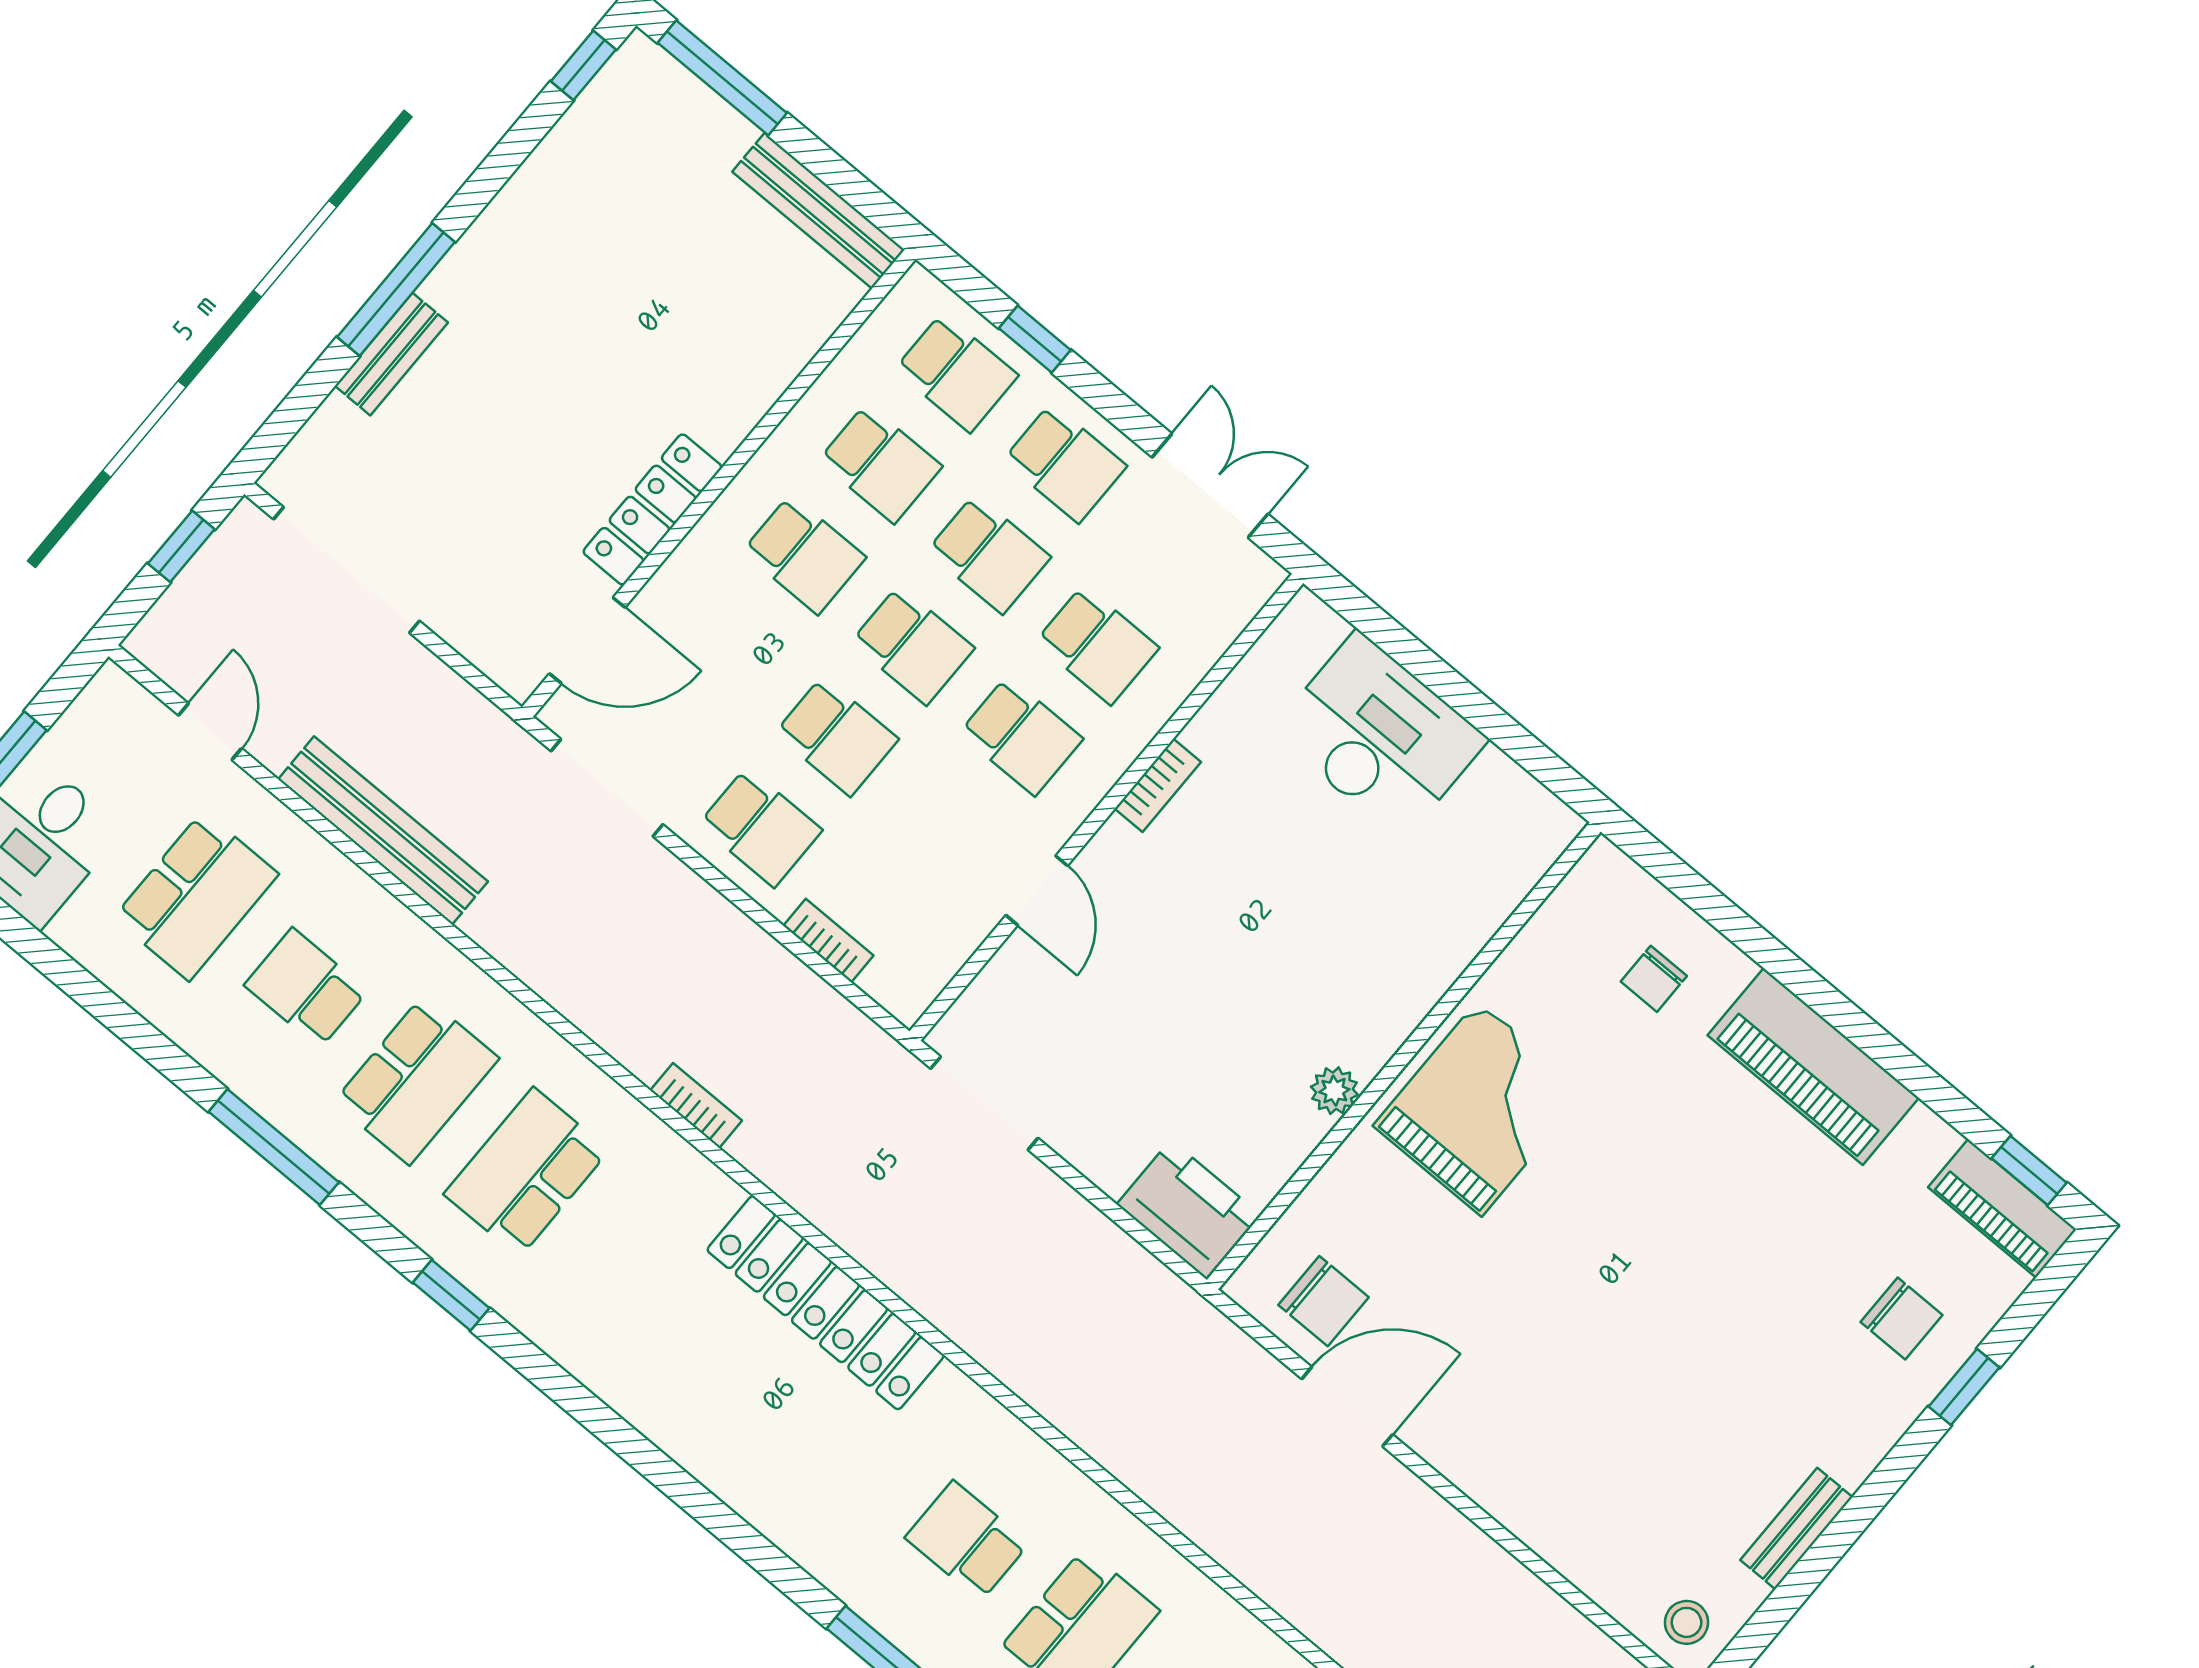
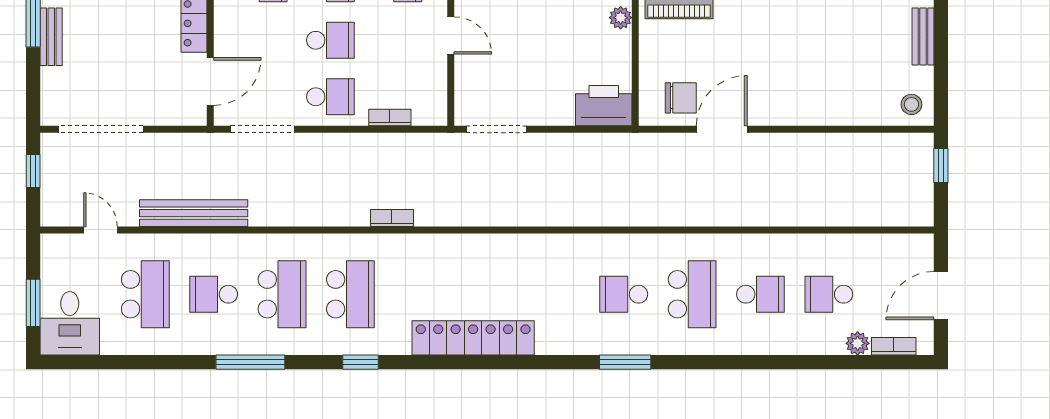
school desk: (526, 1172) -> (350, 294), turned 180
locker: (826, 1303) -> (473, 338), moved, turned 180

